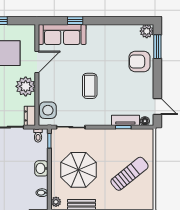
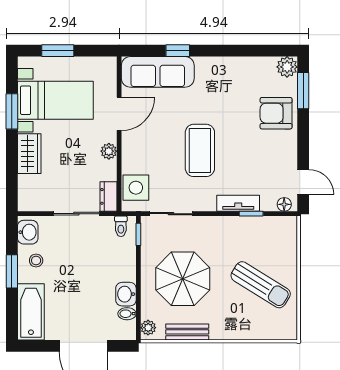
plant: (26, 86) -> (109, 151), width x0.53, depth x0.53
coffee table: (90, 86) -> (200, 150), width x1.36, depth x1.32
tv unit: (125, 120) -> (238, 203), moved
washbasin: (41, 168) -> (126, 294), moved
sun lounger: (129, 174) -> (261, 285), turned 71

